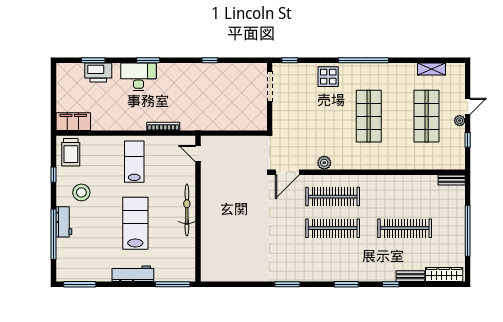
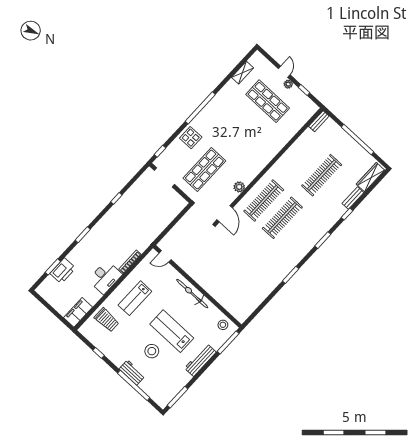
desk: (138, 77) -> (105, 277), moved, turned 180
shop shelf: (369, 116) -> (204, 169), moved, turned 90
trolley: (71, 152) -> (107, 320), moved
lab bench: (134, 162) -> (135, 298), turned -90
stool: (81, 192) -> (152, 351), moved
stool: (184, 265) -> (223, 325), added

